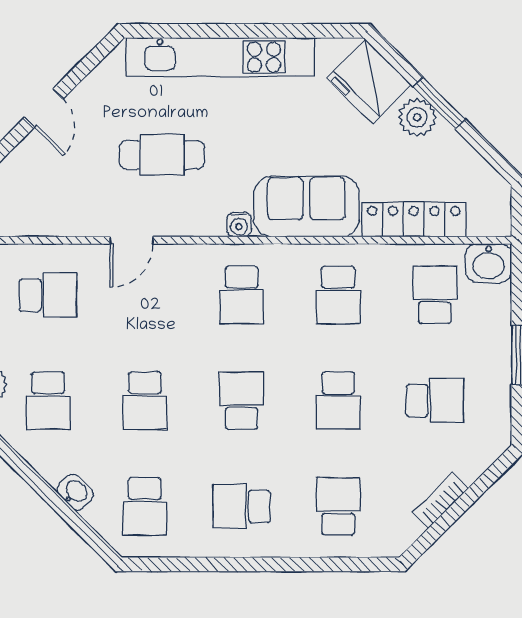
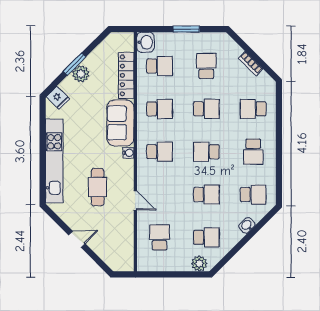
fridge: (369, 81) -> (58, 98), width x0.53, depth x0.75
school desk: (435, 295) -> (160, 66), turned 180

